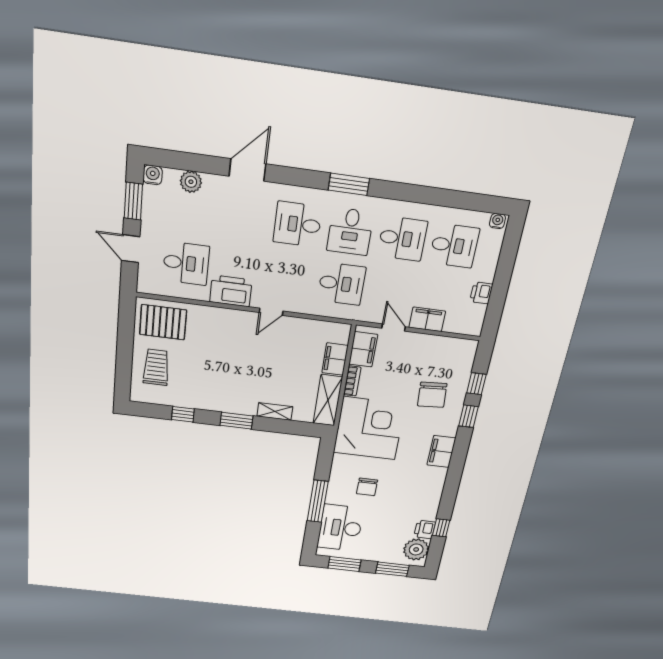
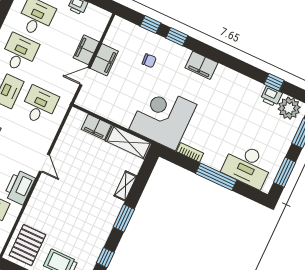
filing cabinet: (363, 349) -> (104, 60), moved, turned 90
bookcase: (352, 381) -> (190, 152), moved
chair: (432, 395) -> (149, 61), width x0.54, depth x0.54
chair: (367, 487) -> (215, 133), removed

